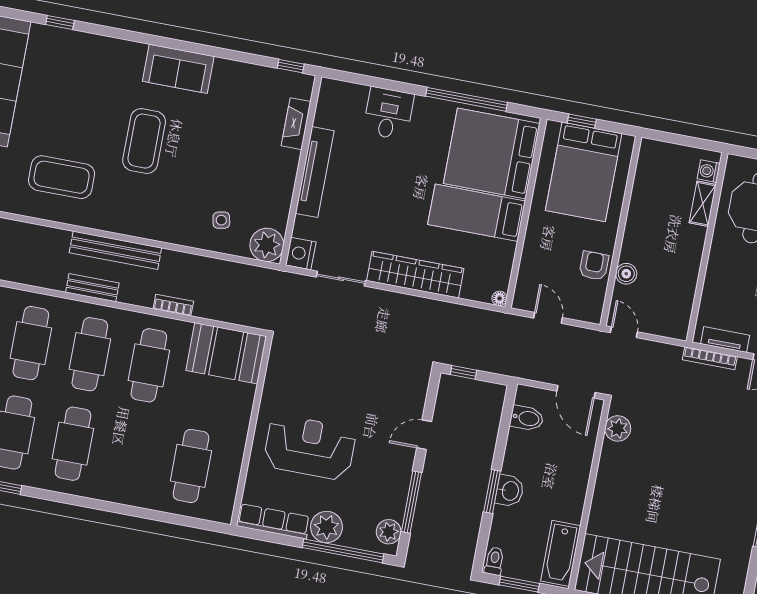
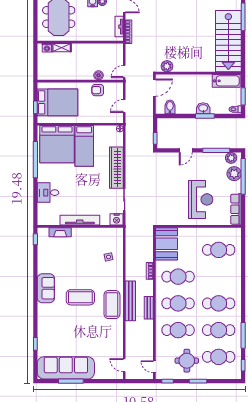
coffee table: (62, 177) -> (112, 305), moved
plant: (267, 245) -> (116, 235), removed
door: (424, 435) -> (186, 150), hinge flipped
reception desk: (310, 447) -> (201, 199), turned 180
plant: (326, 527) -> (234, 174), moved

